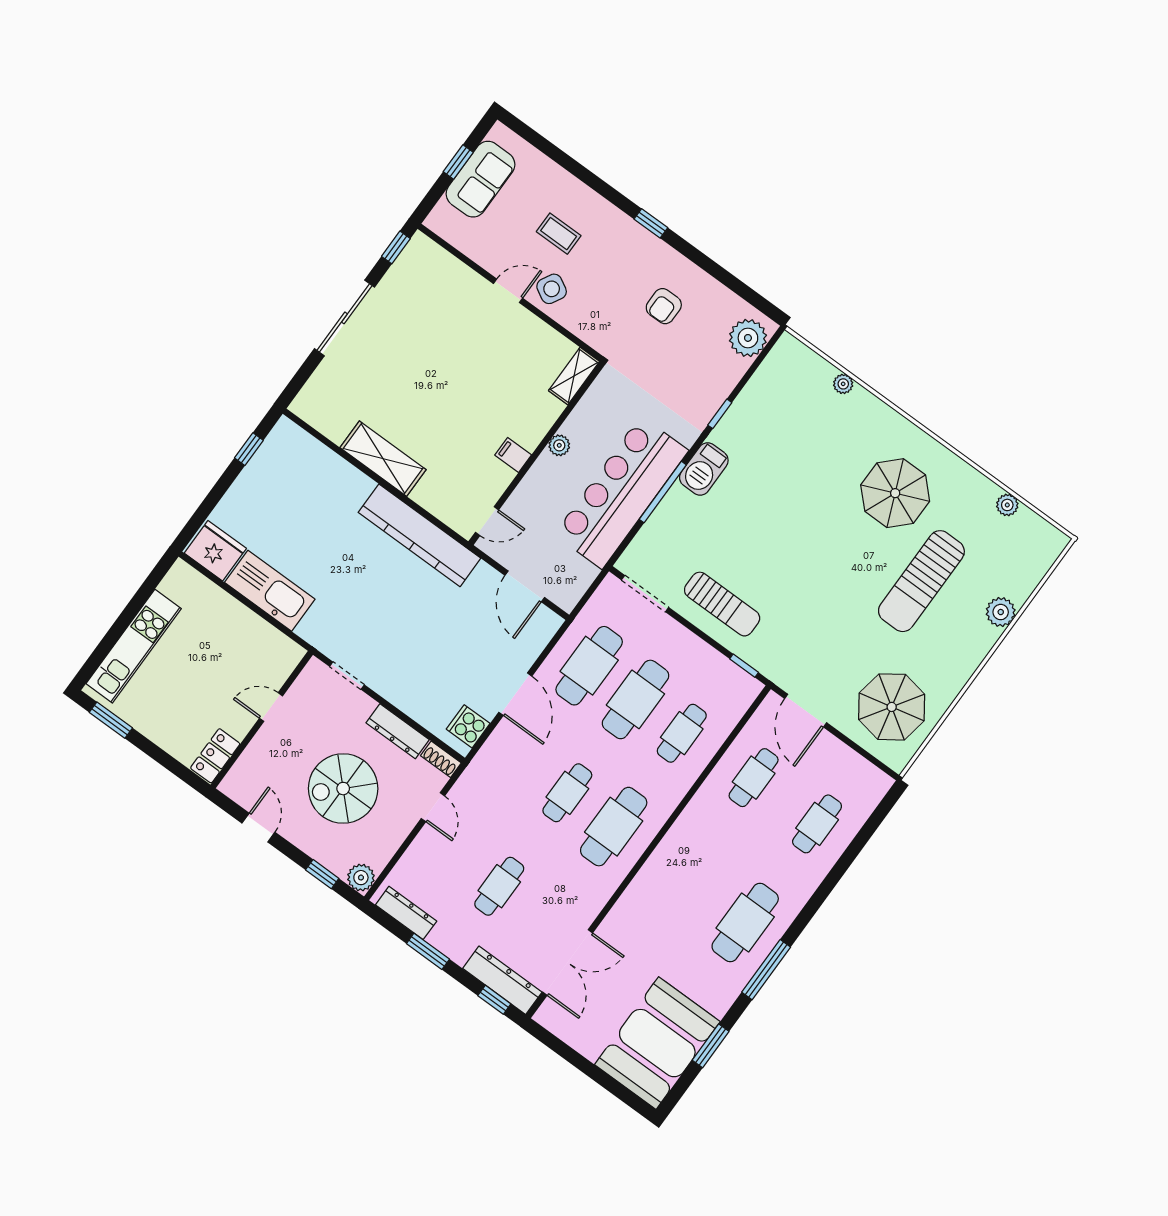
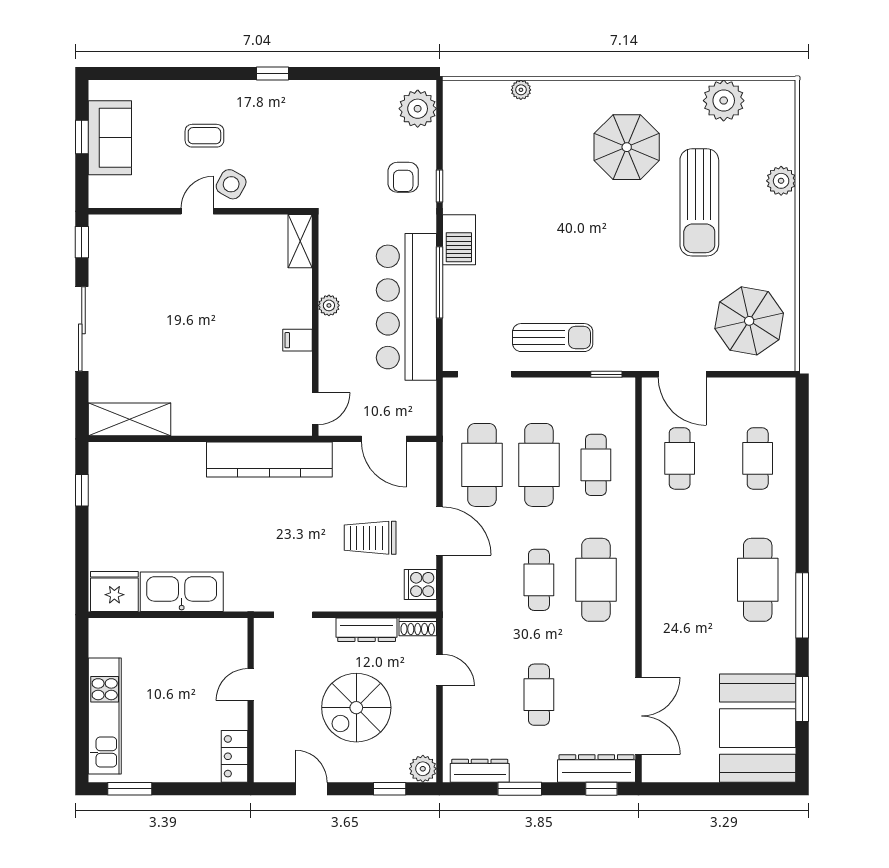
armchair: (664, 306) -> (403, 177), moved
shelving: (383, 459) -> (129, 419), moved
plant: (1007, 505) -> (724, 101), width x1.88, depth x1.88
trolley: (455, 658) -> (370, 538), added

